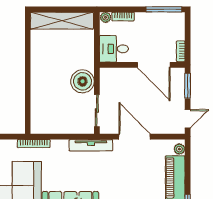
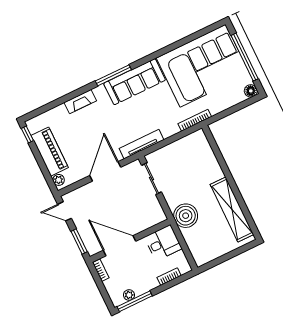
plant: (106, 17) -> (129, 295), moved
shelving: (62, 21) -> (232, 209), moved, turned 90
boiler: (82, 81) -> (186, 216), moved
door: (188, 119) -> (65, 211), hinge flipped
door: (135, 137) -> (105, 171), swing flipped

